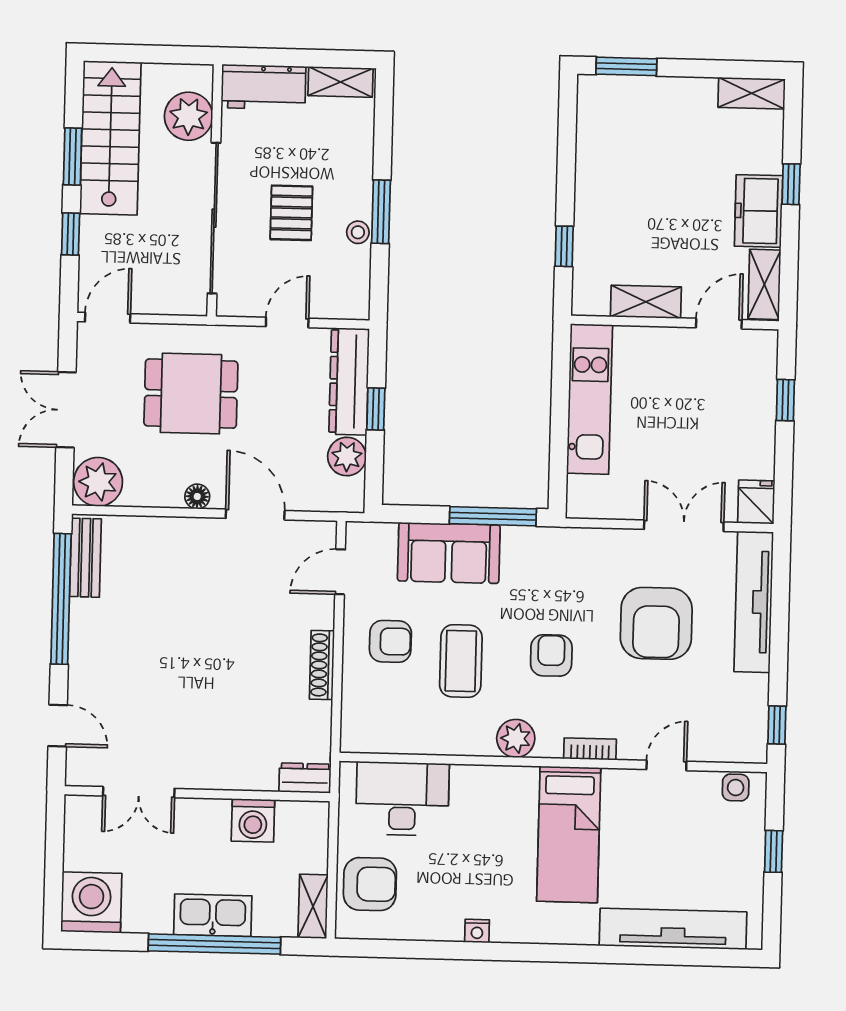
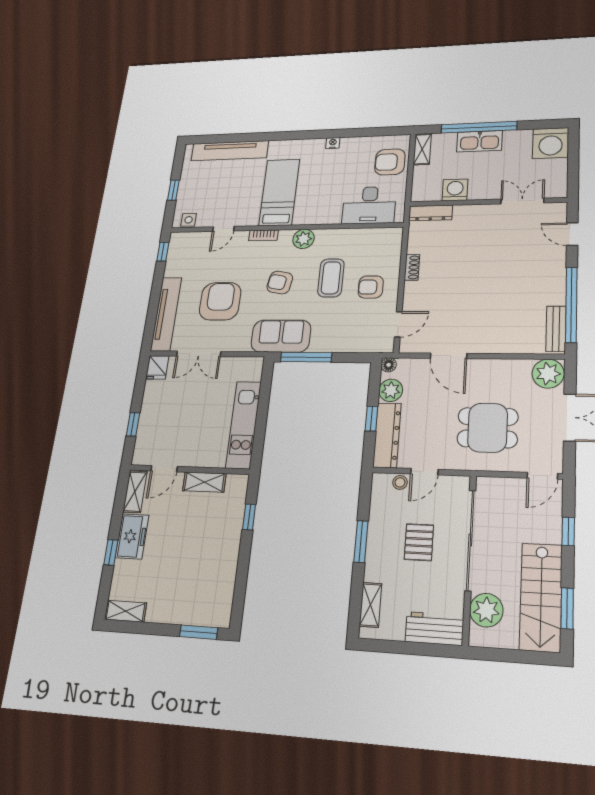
shelving: (340, 82) -> (371, 605), moved, turned 90
window: (73, 156) -> (567, 608), moved
stool: (358, 232) -> (400, 482), moved
floor lamp: (197, 497) -> (389, 365), moved
sofa: (449, 553) -> (281, 336), moved
armchair: (551, 655) -> (280, 283), turned 100
shoe rack: (322, 665) -> (412, 267), width x0.70
dresser: (305, 778) -> (431, 213), width x1.44

